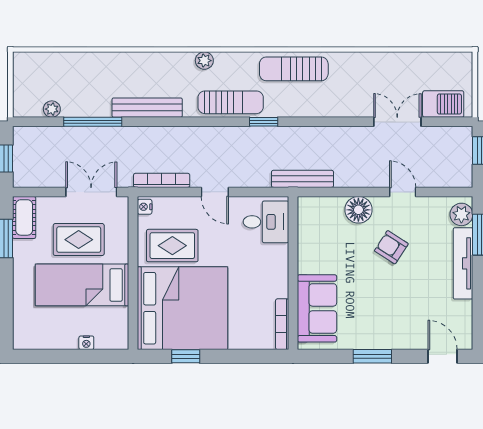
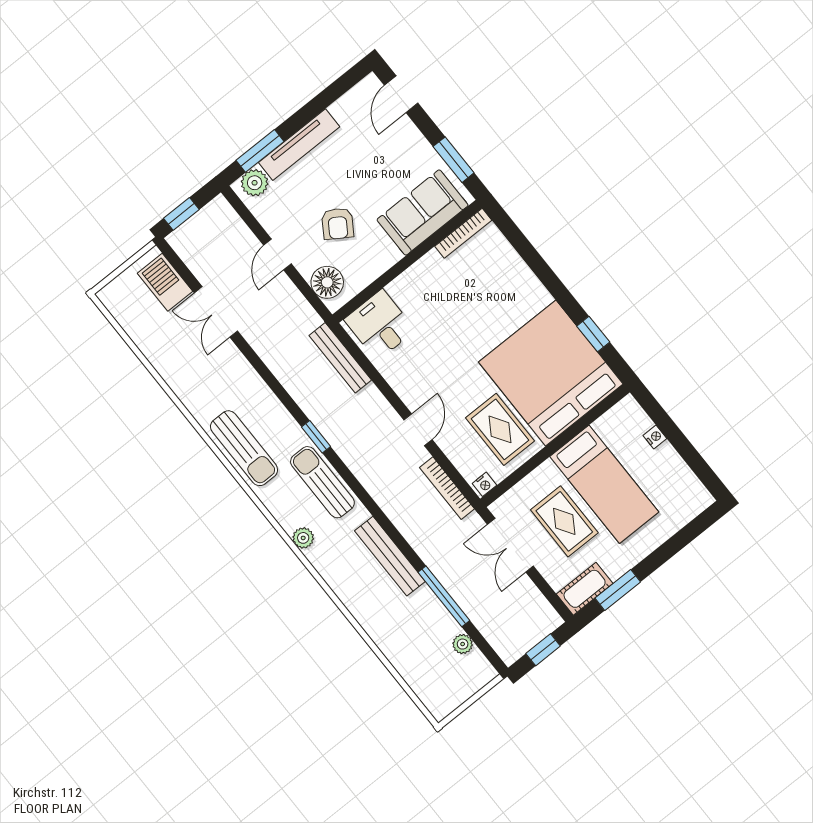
desk: (266, 222) -> (380, 325), moved
wall: (293, 273) -> (407, 261), moved
sofa: (317, 308) -> (423, 212), moved
bookcase: (282, 324) -> (463, 233), moved

